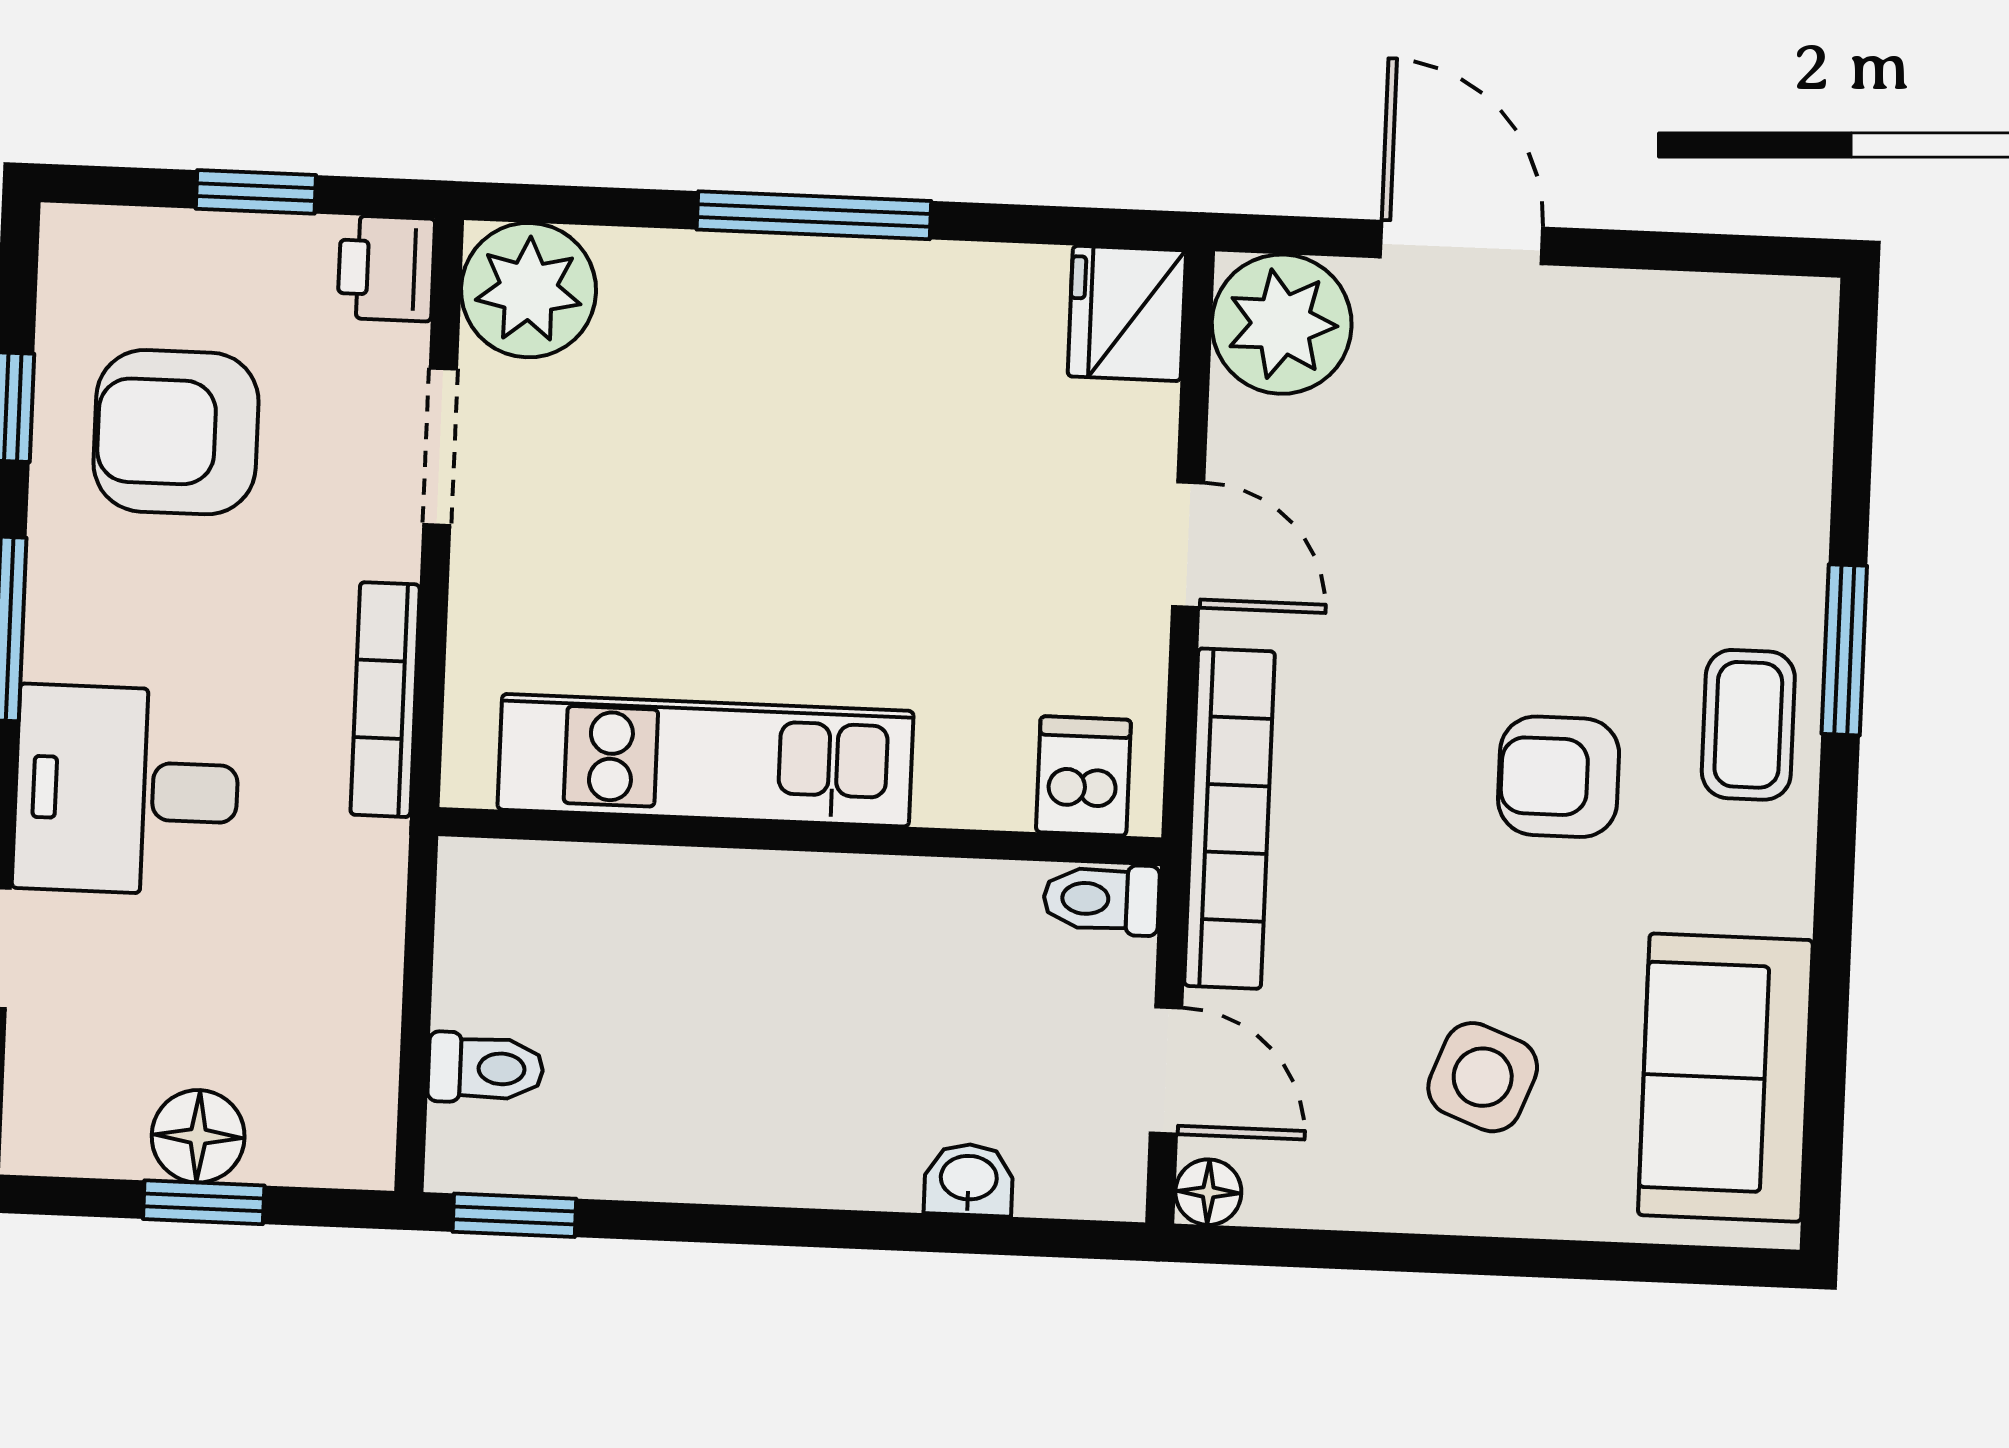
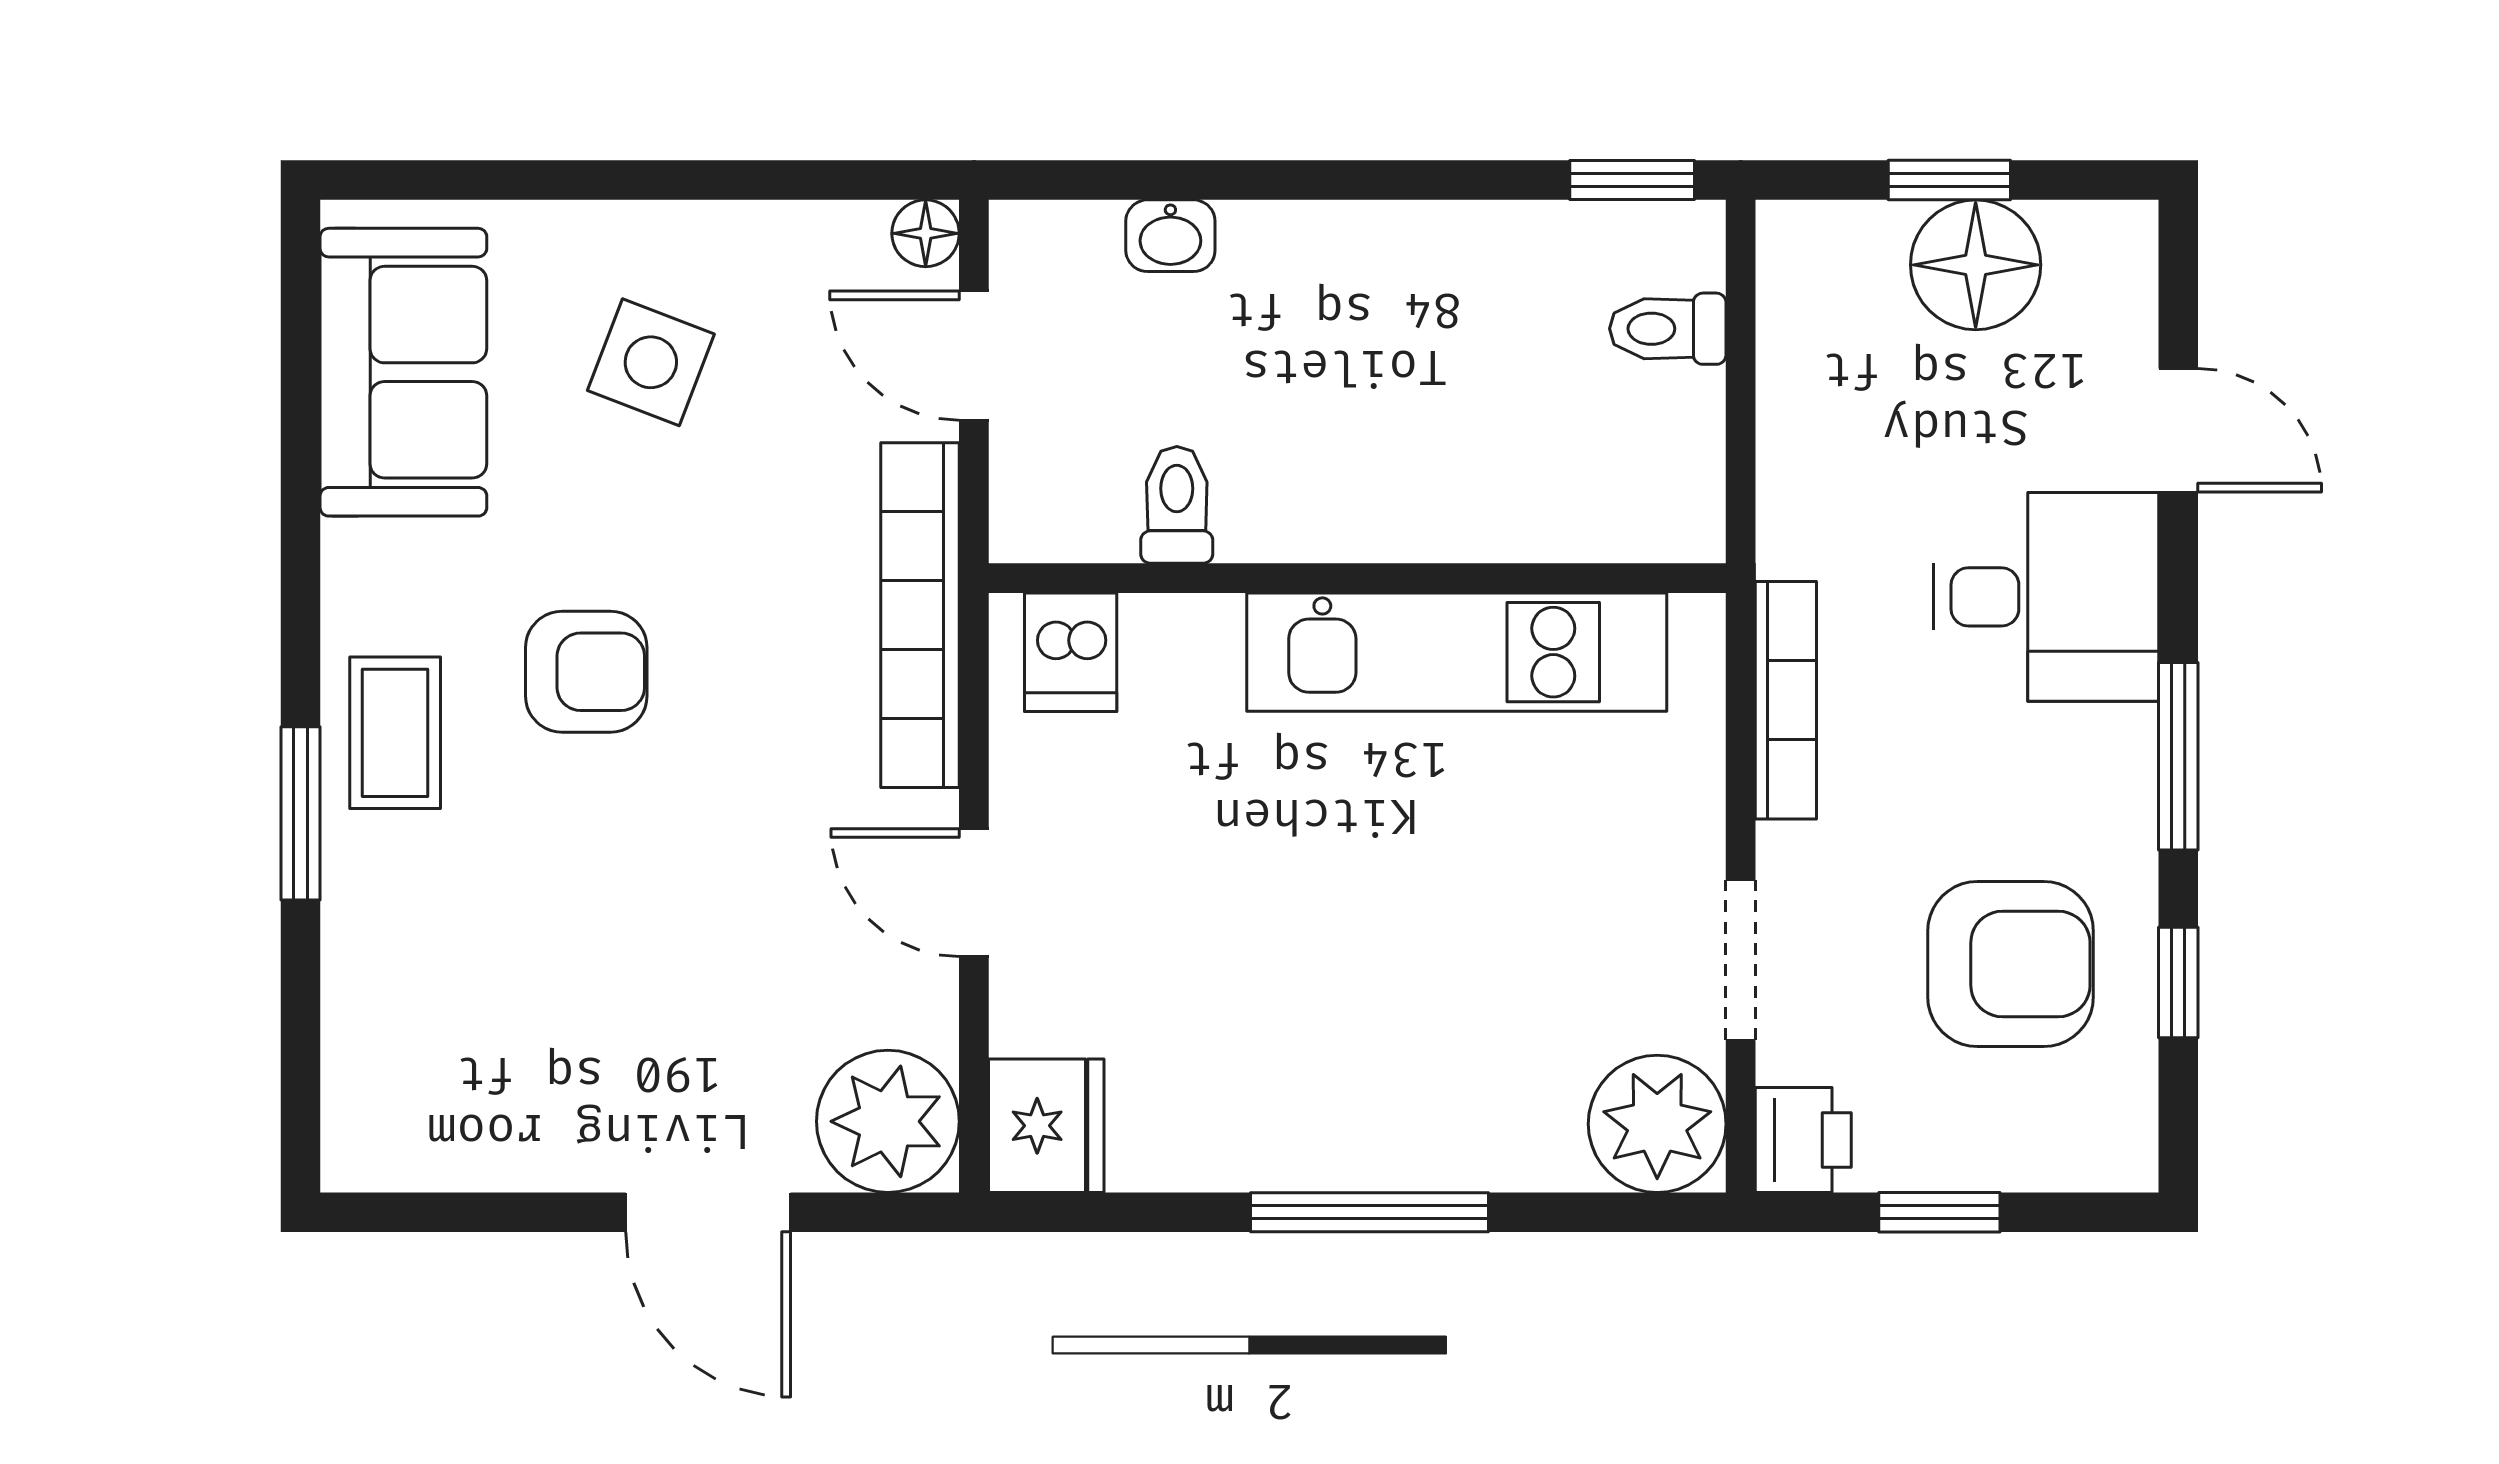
toilet: (1101, 899) -> (1177, 505), moved, turned -90
floor lamp: (198, 1136) -> (1976, 265), width x1.38, depth x1.38

